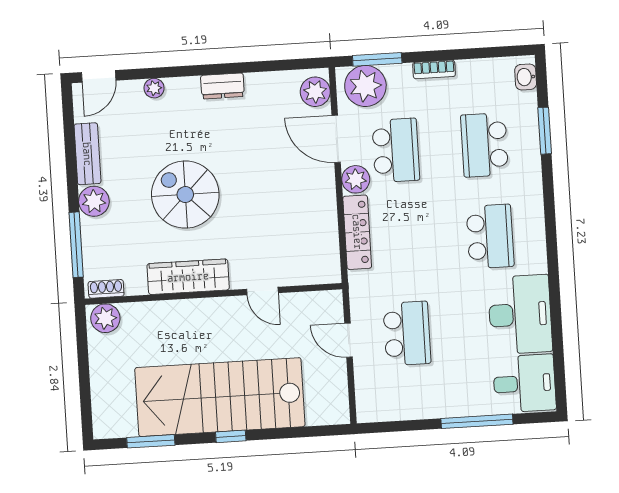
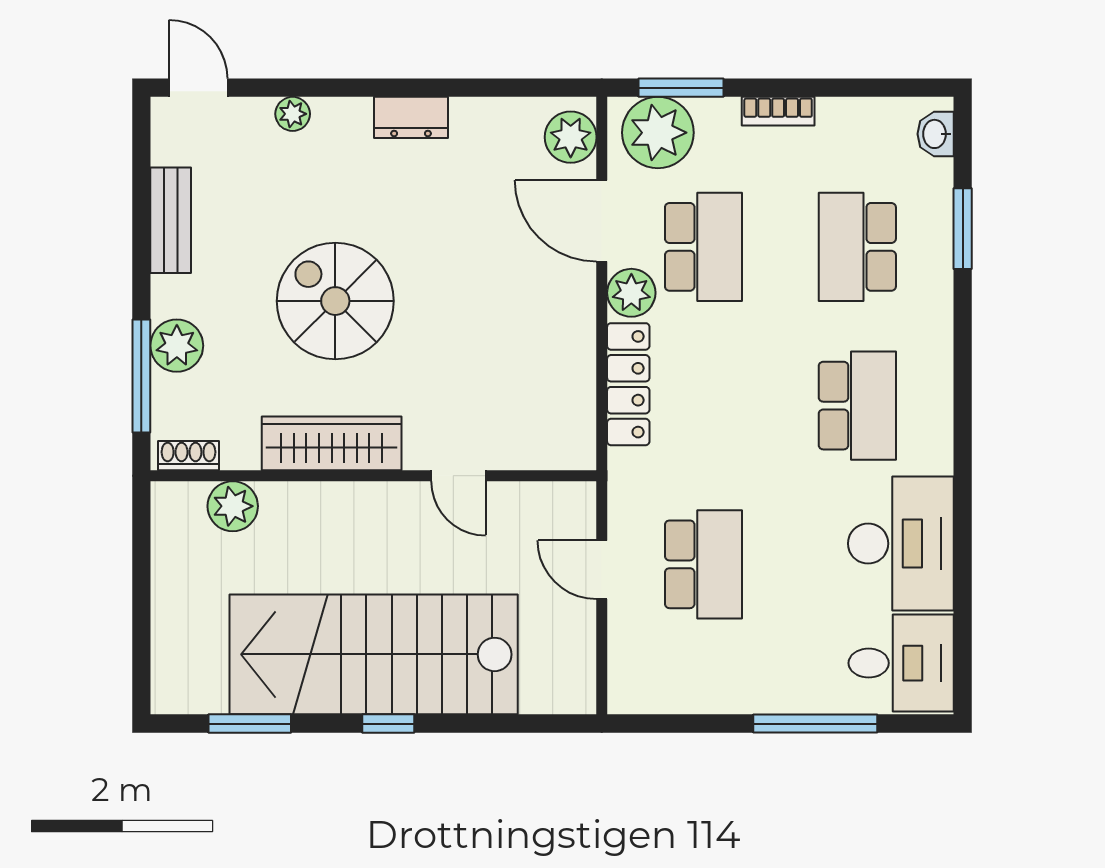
door: (99, 76) -> (198, 88), swing flipped
plant: (94, 201) -> (177, 346), moved
plant: (105, 318) -> (233, 506), moved

